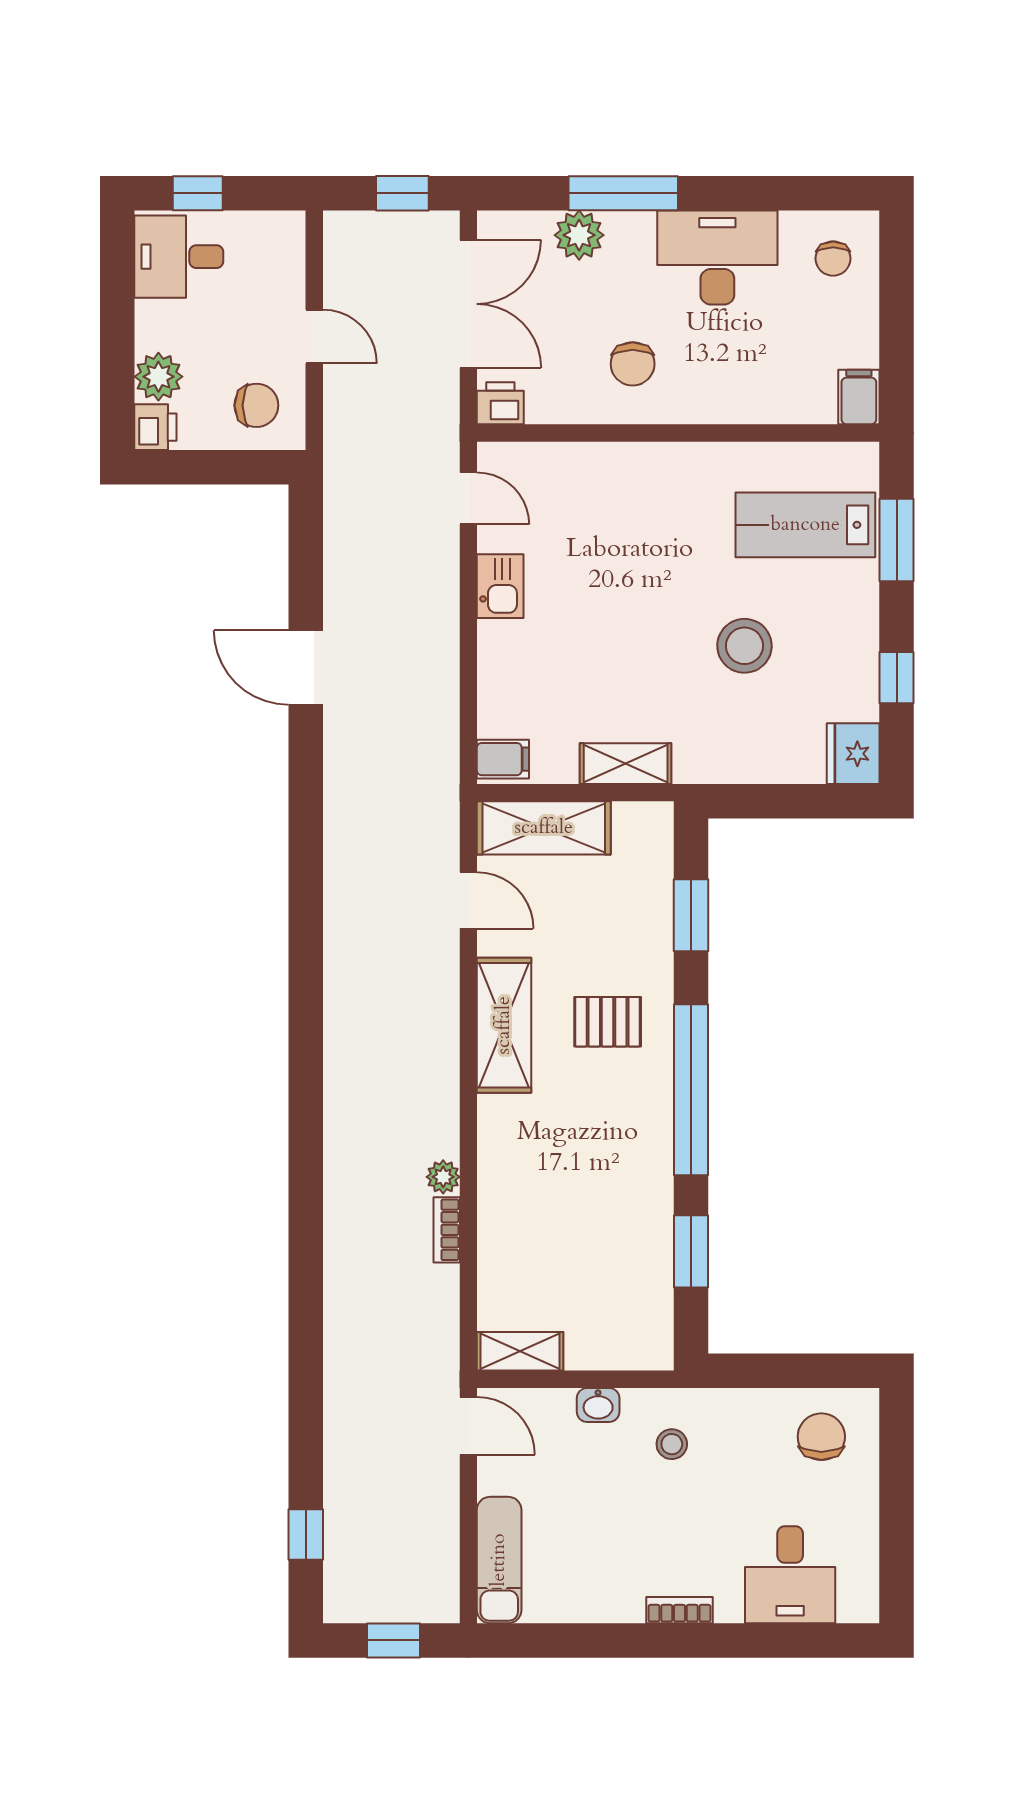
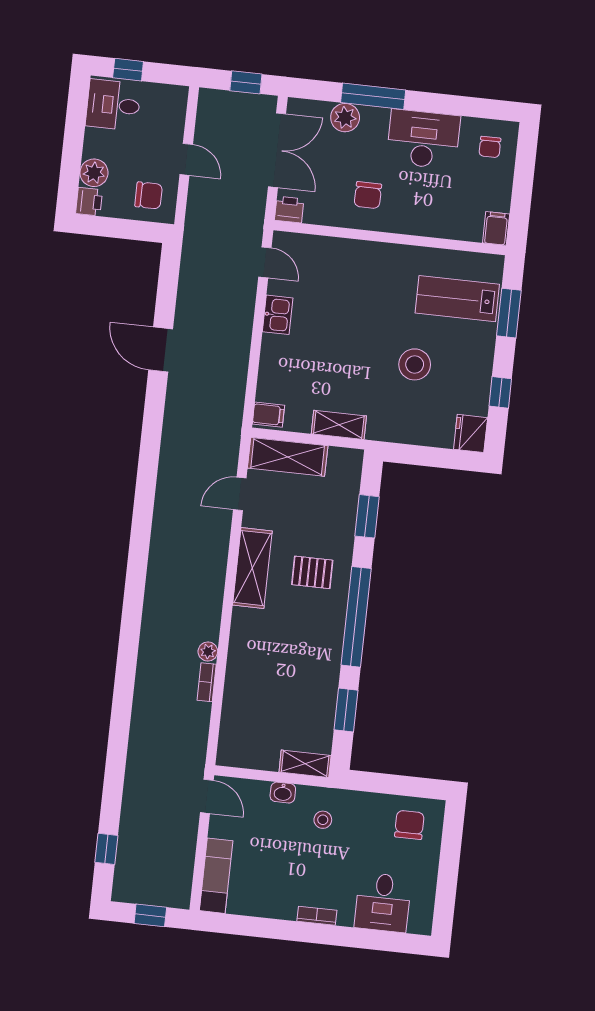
door: (468, 900) -> (240, 494), swing flipped
shelving: (520, 1351) -> (305, 764), moved

